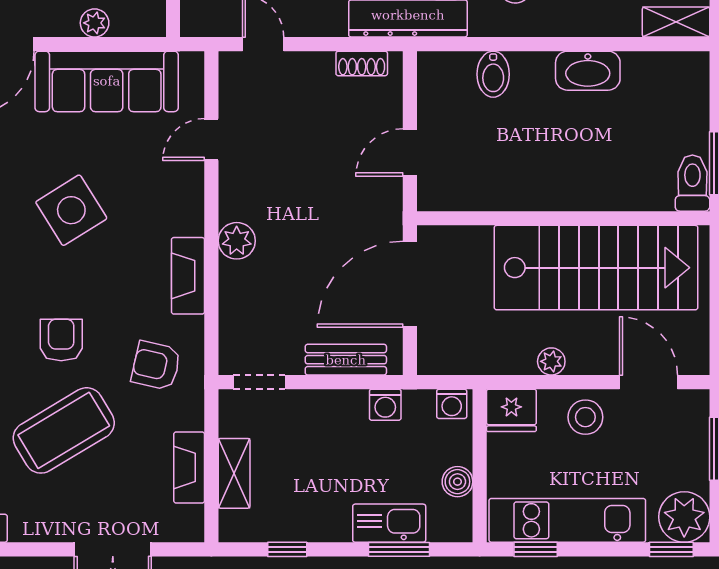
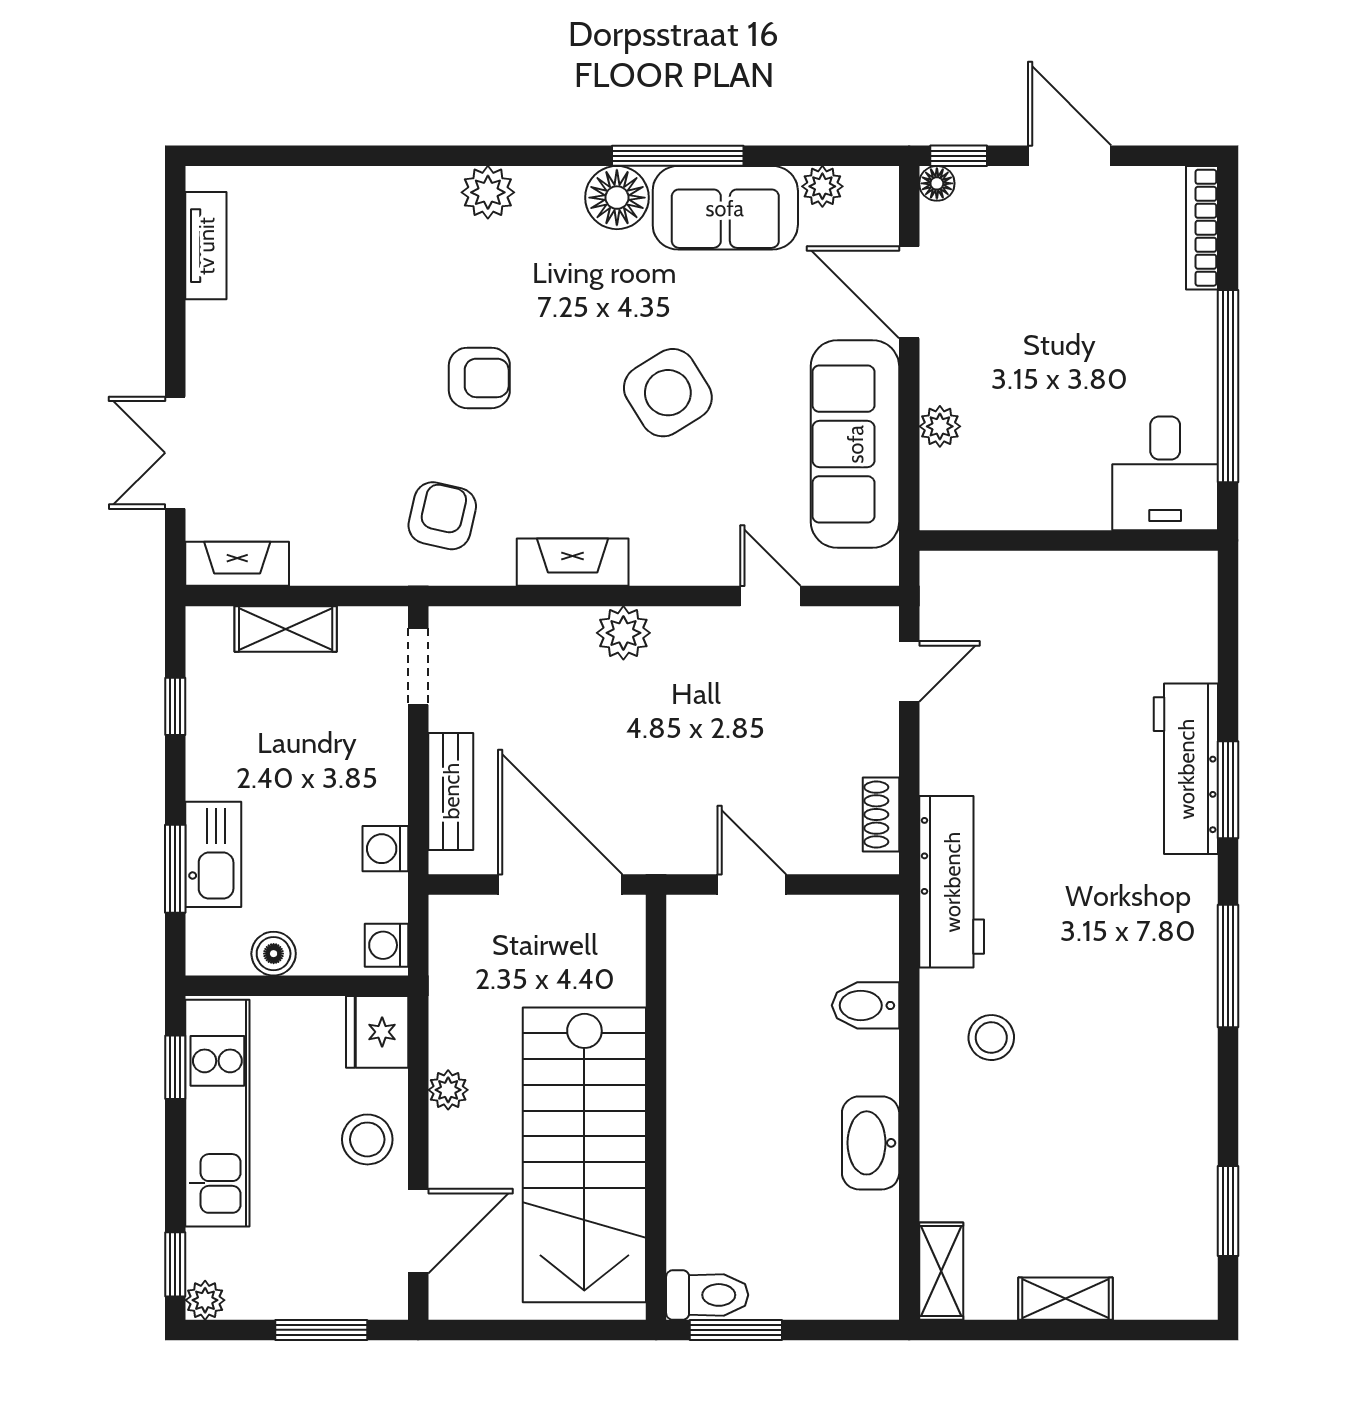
coffee table: (64, 430) -> (348, 382), removed
fireplace: (189, 467) -> (237, 564), moved
plant: (684, 517) -> (205, 1300), width x0.53, depth x0.53

